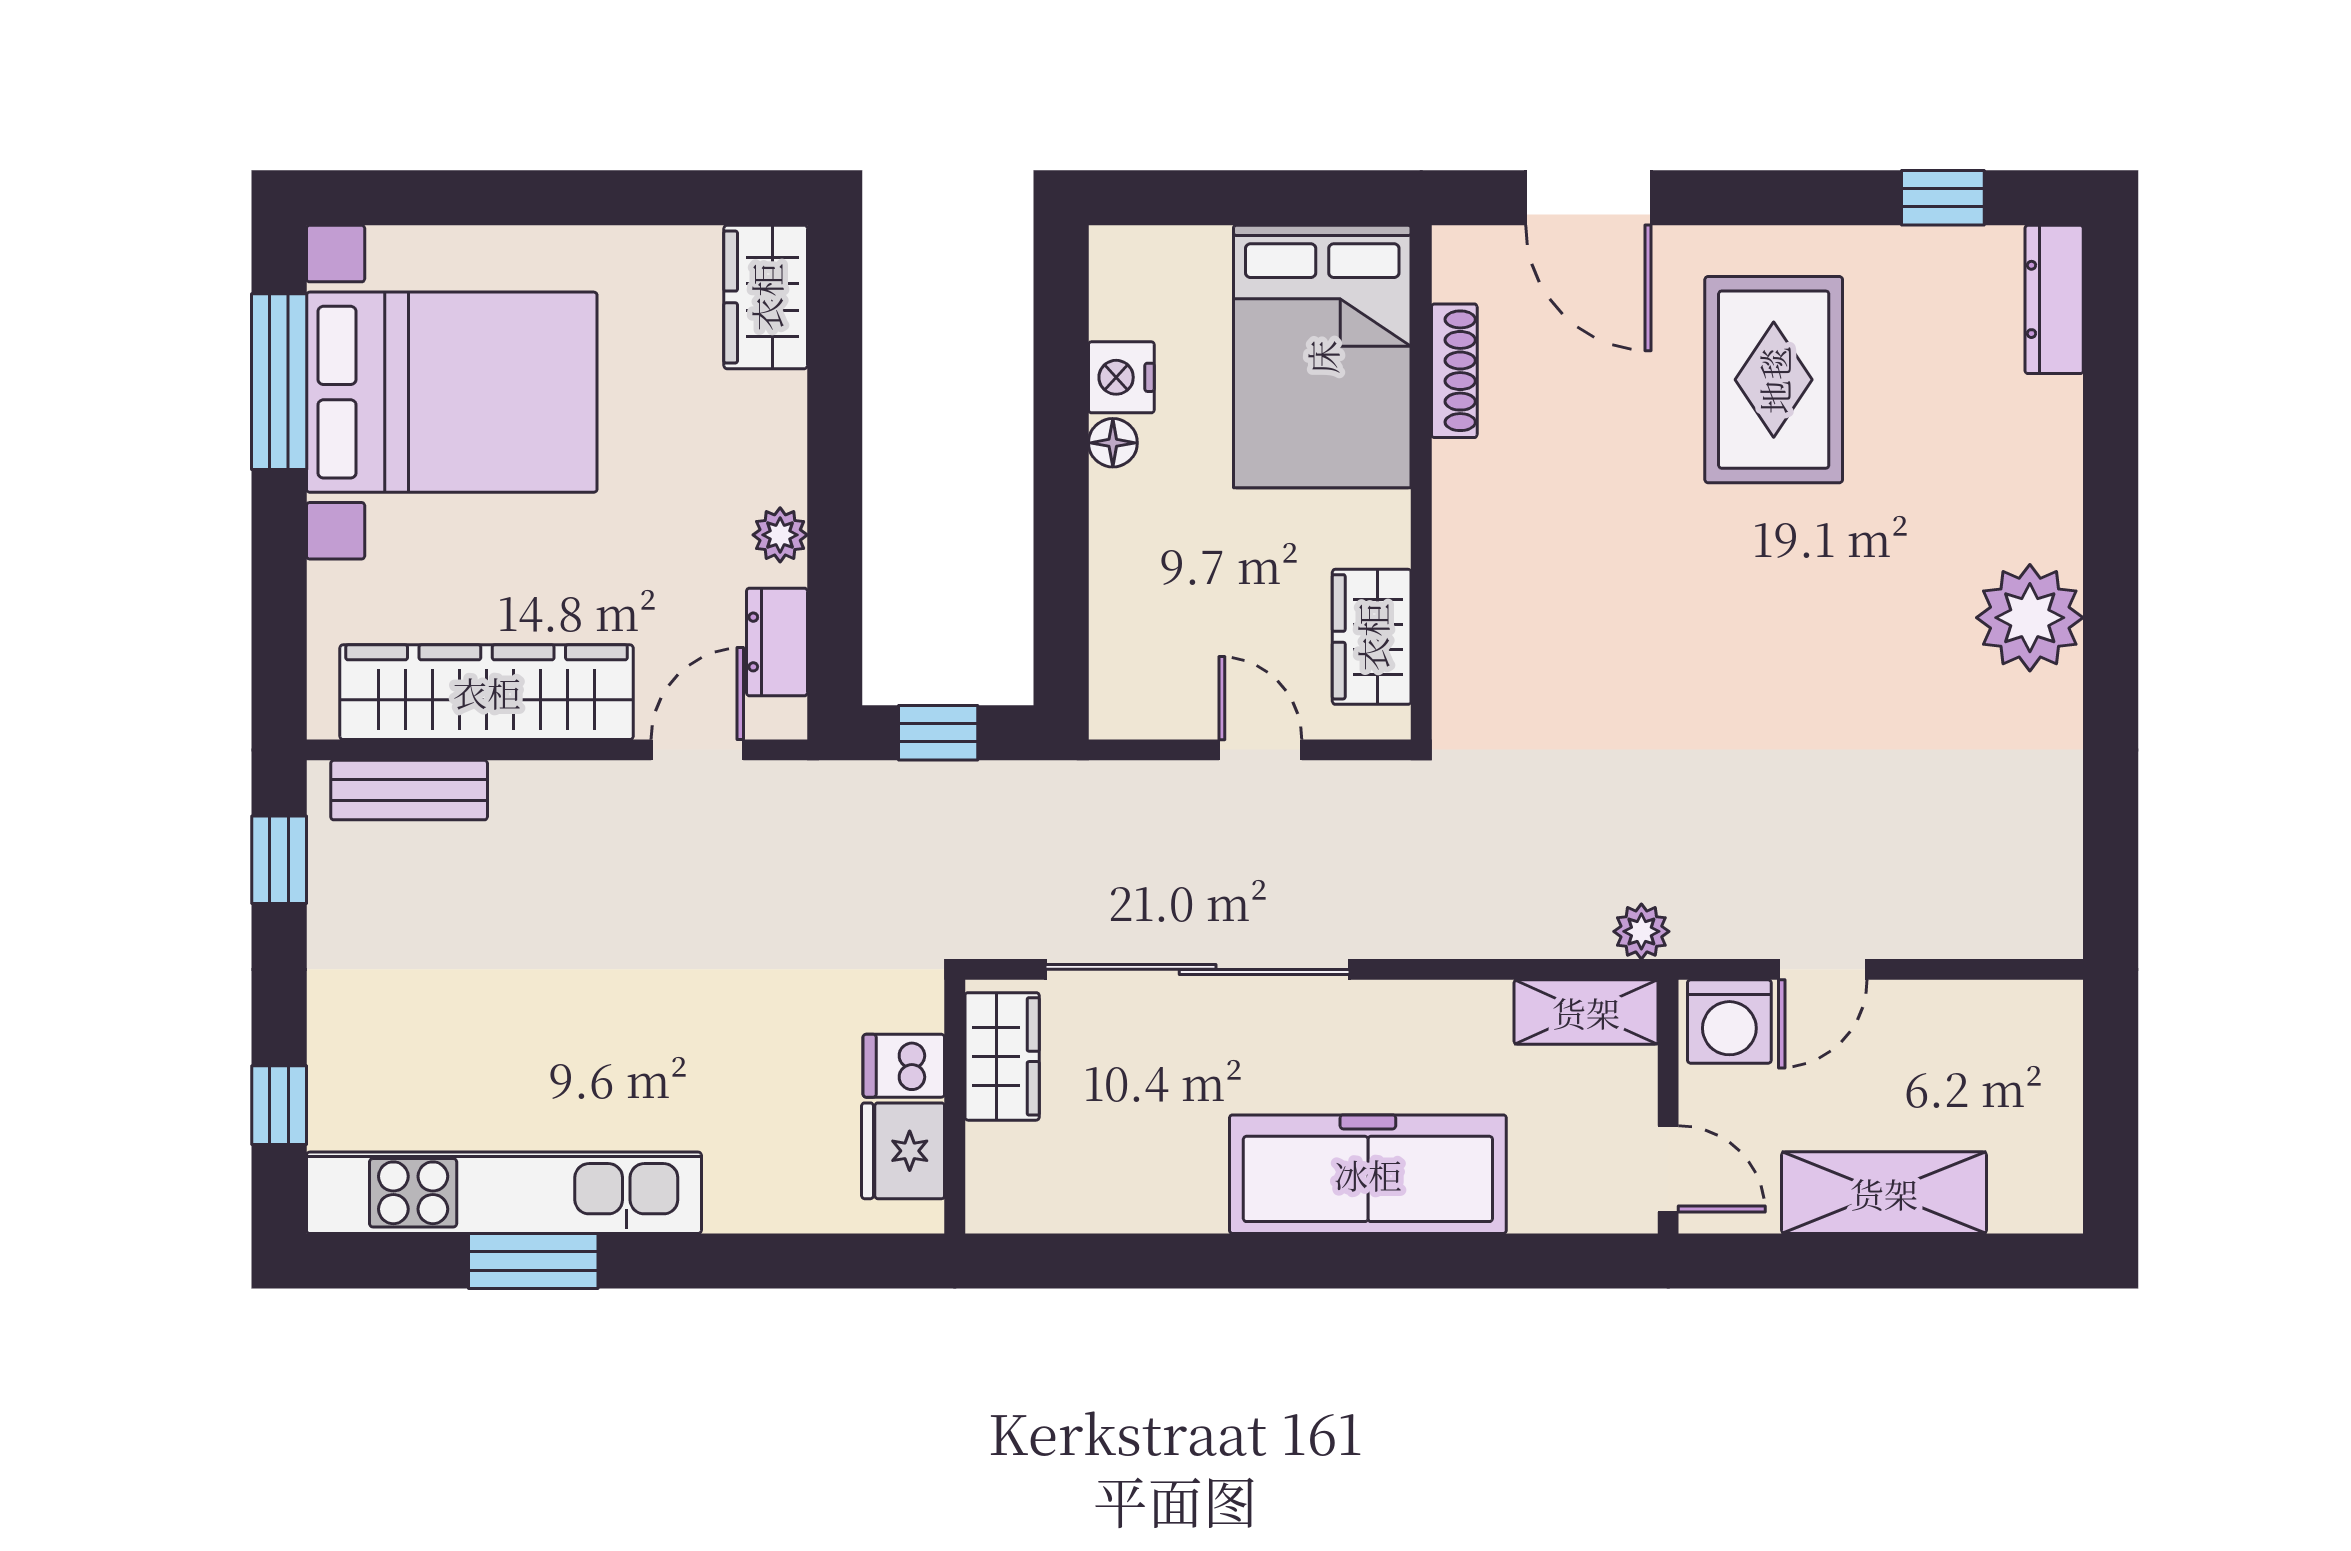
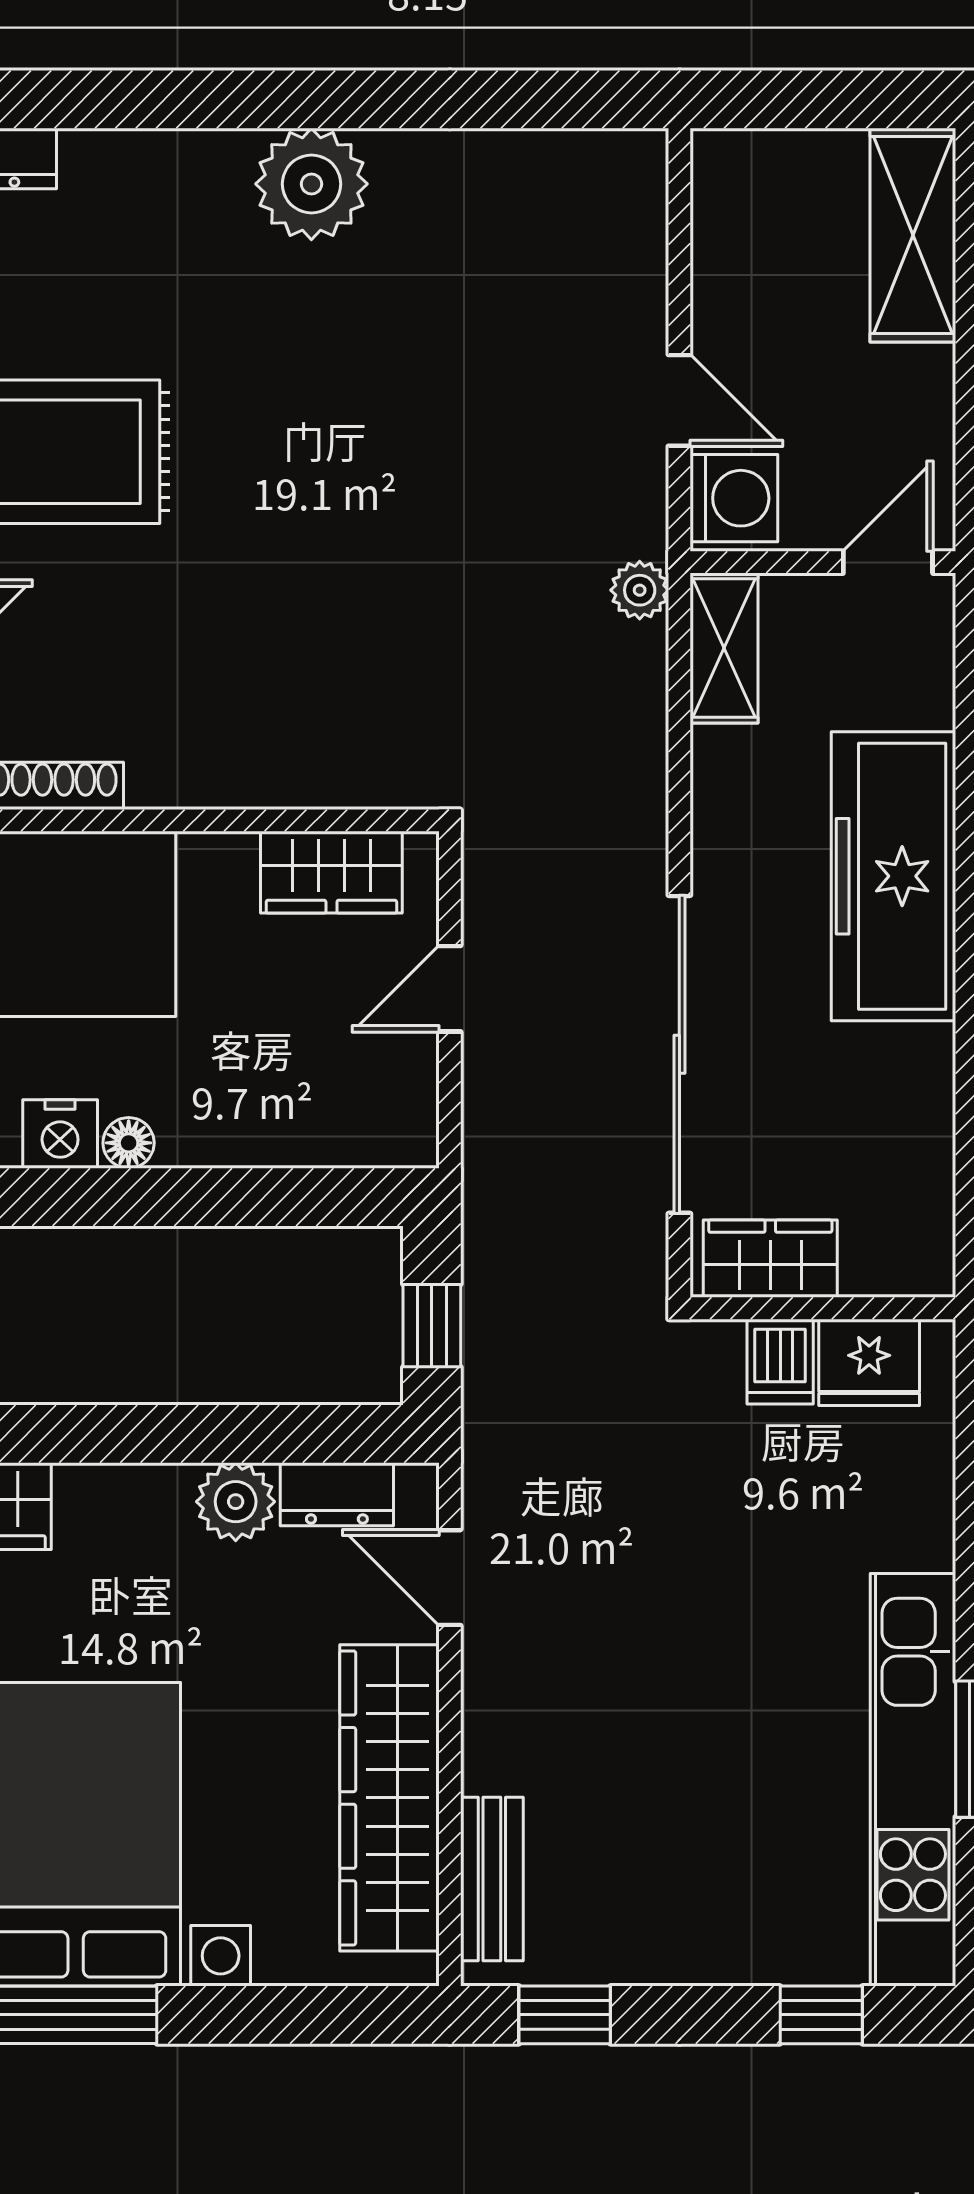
plant: (780, 535) -> (236, 1502), width x1.38, depth x1.38
shelving: (1884, 1193) -> (913, 235), moved

